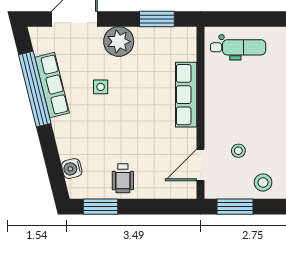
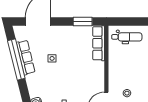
plant: (119, 42) -> (62, 34), removed
row of seats: (186, 95) -> (99, 43), moved

